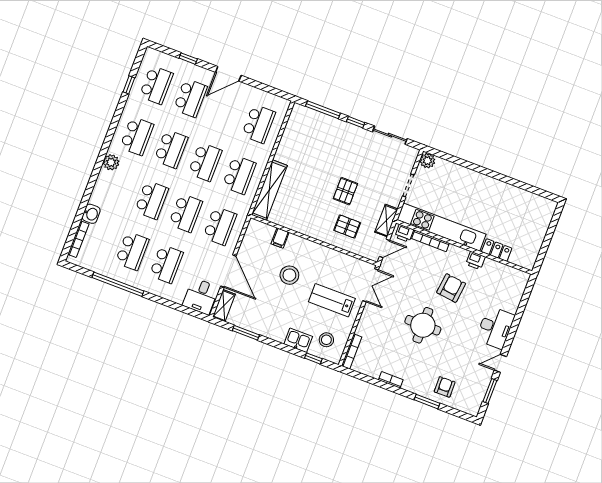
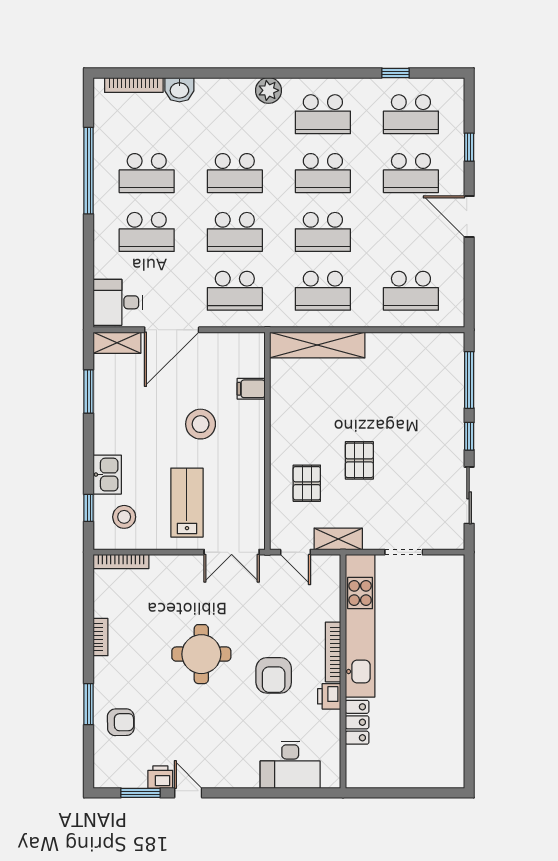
plant: (427, 161) -> (452, 567), removed
pallet: (345, 191) -> (359, 460), turned 90
printer: (404, 233) -> (160, 777), moved, turned 90
bookcase: (431, 241) -> (333, 652), moved
armchair: (451, 288) -> (274, 675), turned 83
desk: (495, 328) -> (290, 765), moved

